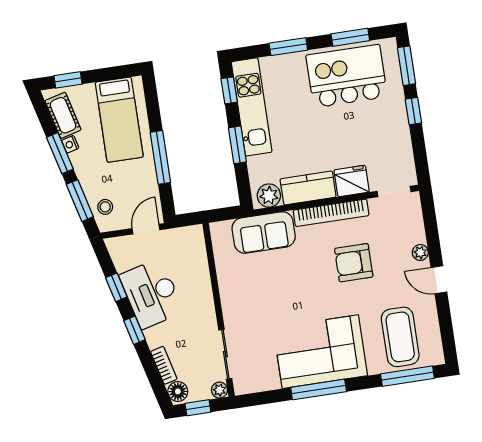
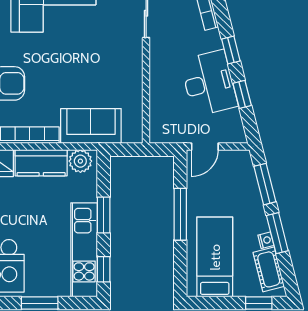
stool: (105, 207) -> (241, 174), removed

